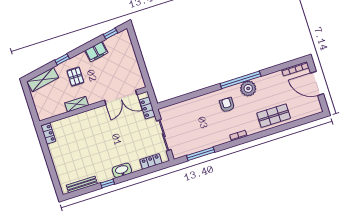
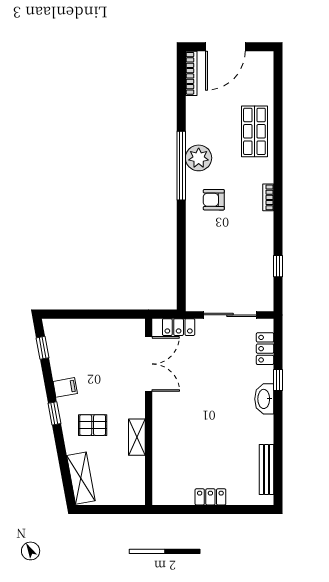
filing cabinet: (96, 52) -> (65, 387), width x0.50
window: (62, 59) -> (54, 413), moved
locker: (48, 134) -> (210, 497), moved
window: (201, 154) -> (278, 266), width x0.46
window: (107, 184) -> (278, 380), moved

